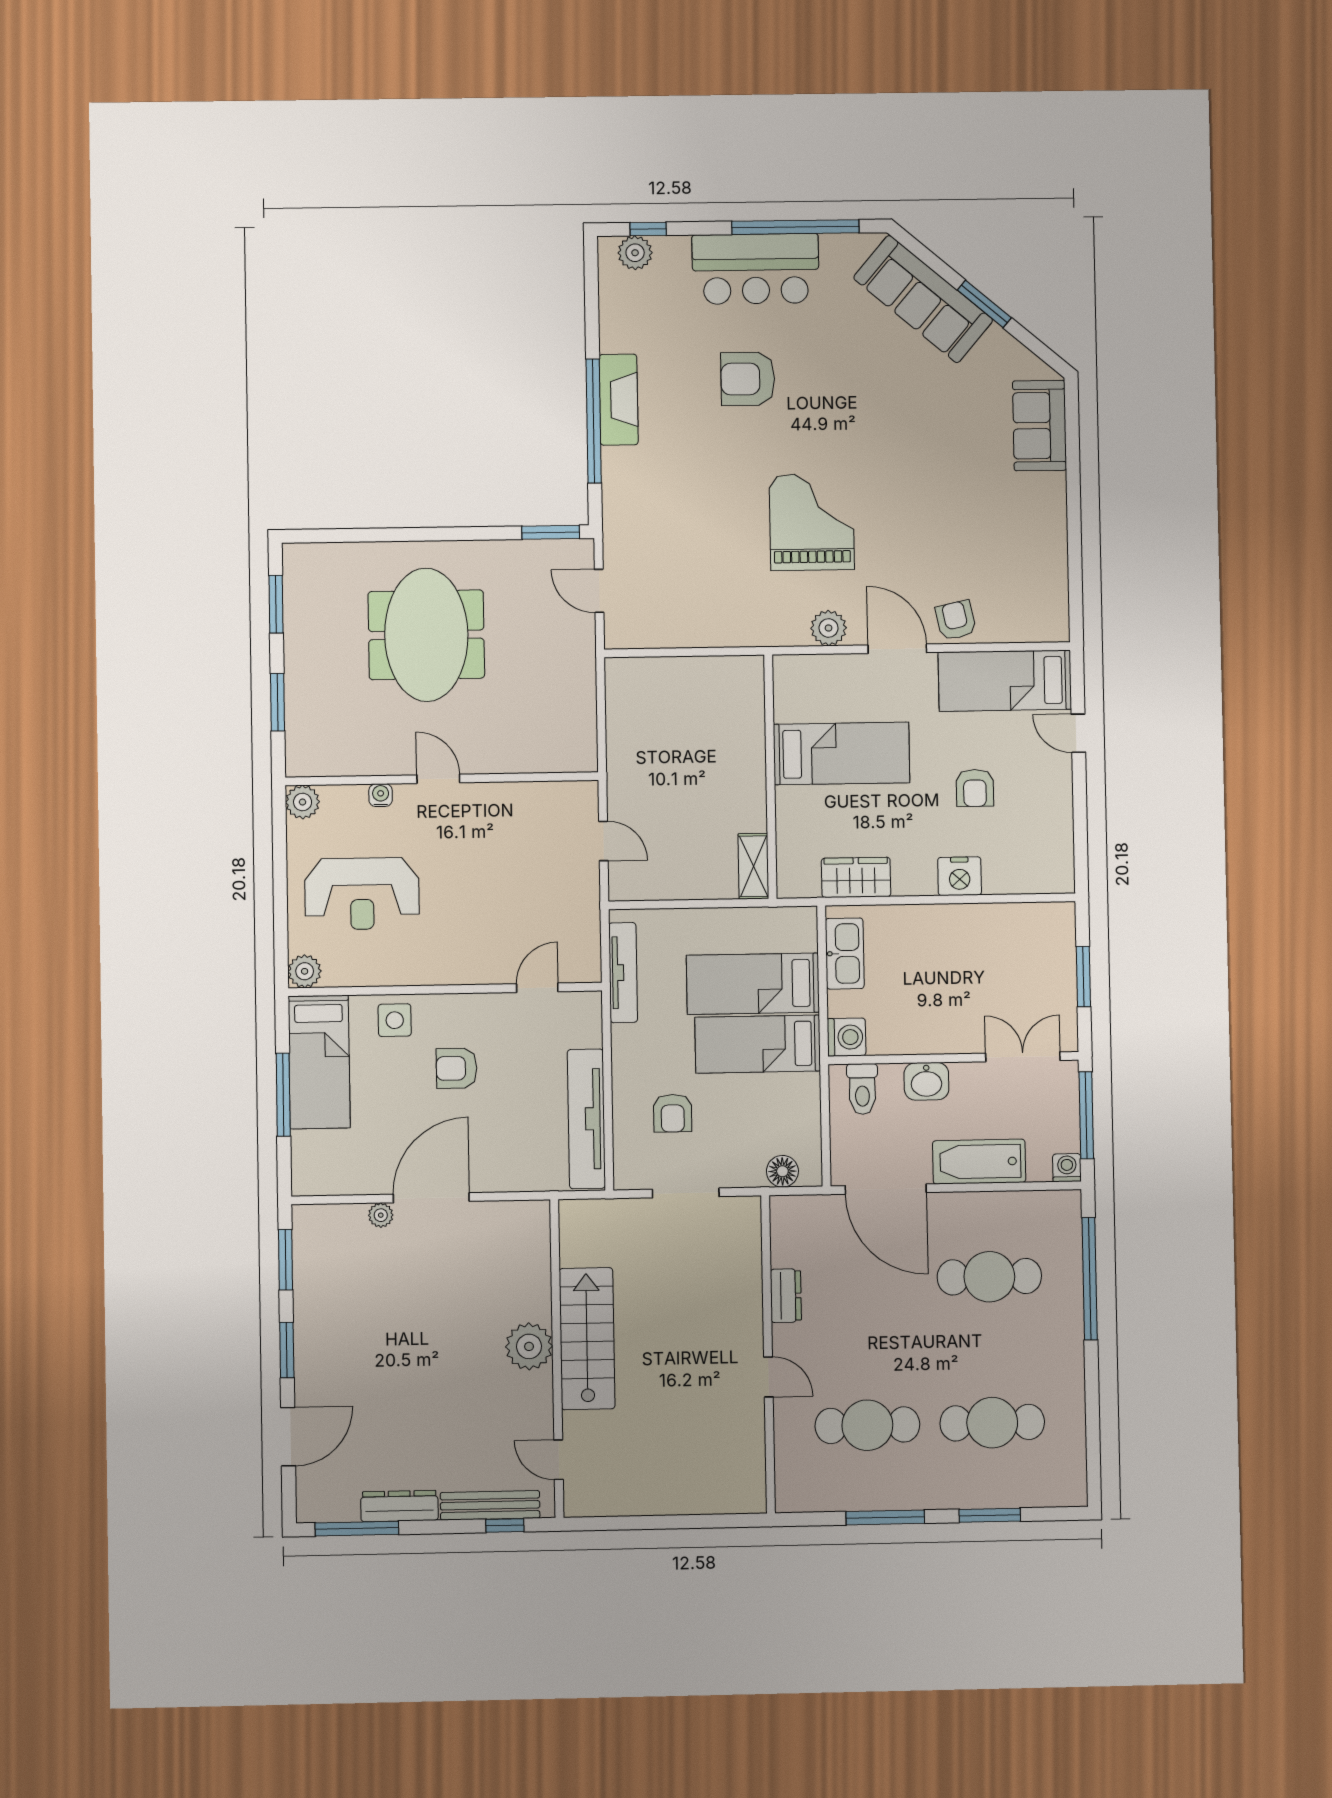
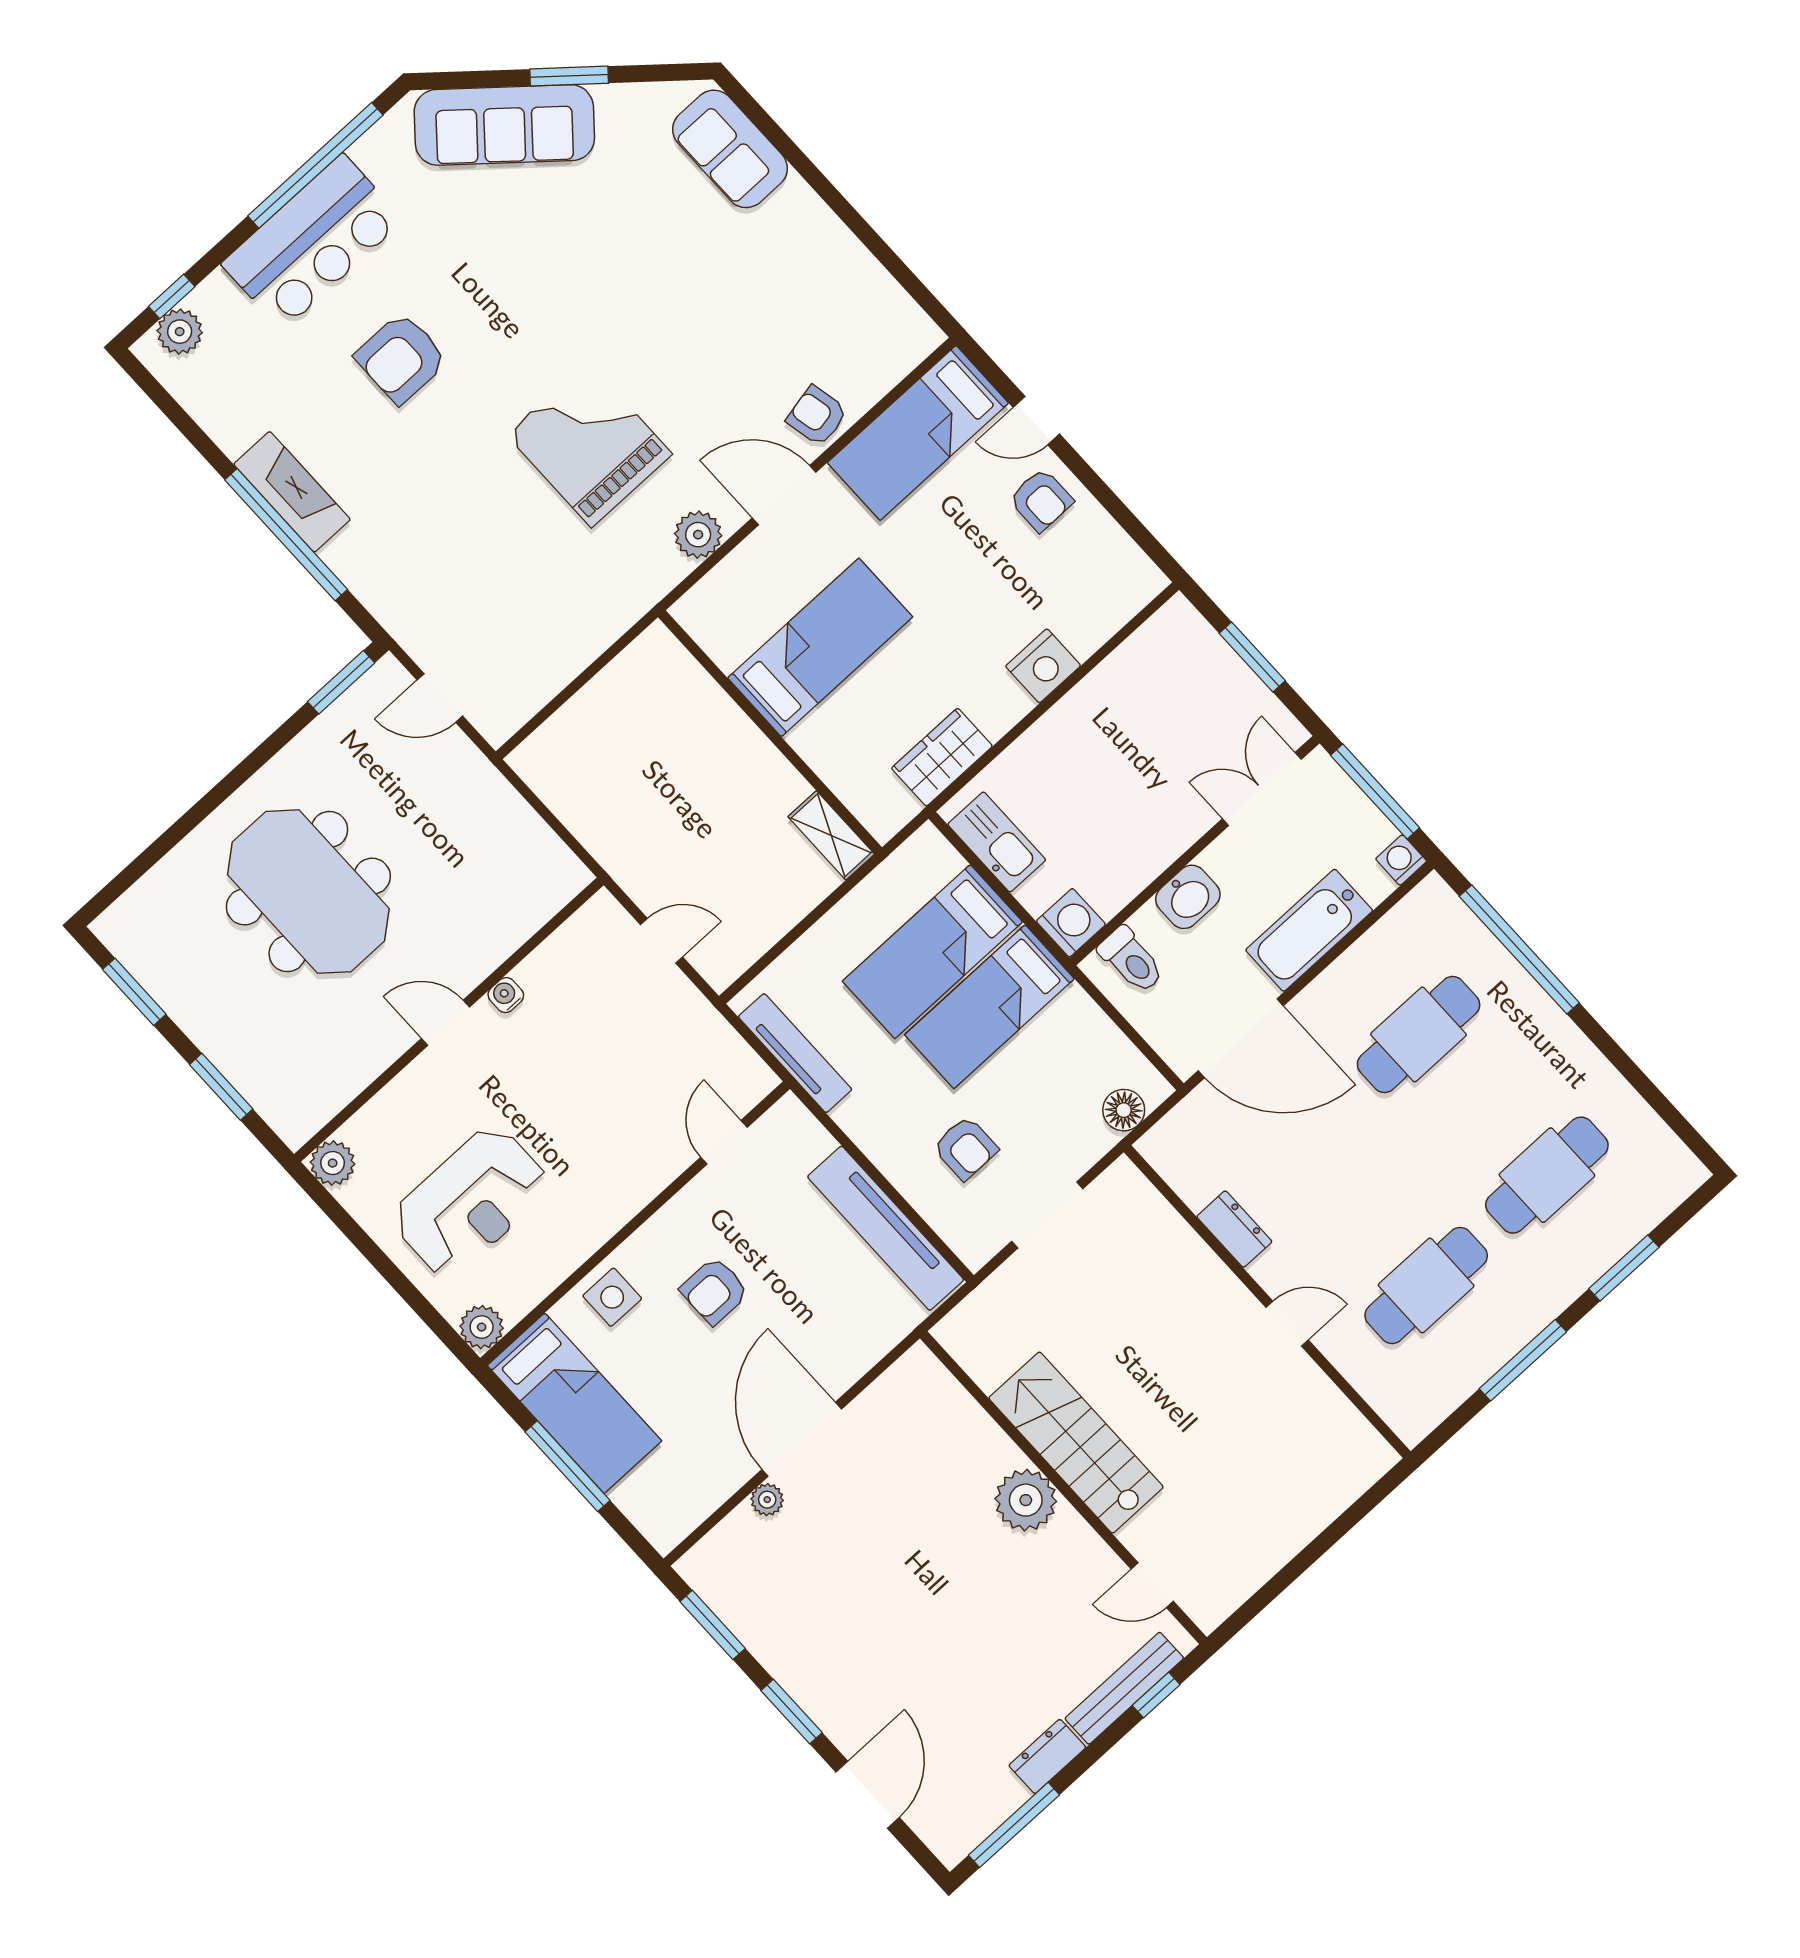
armchair: (975, 788) -> (1041, 500), moved
water cooler: (381, 795) -> (506, 995), moved
dresser: (399, 1506) -> (1047, 1756), width x0.70

